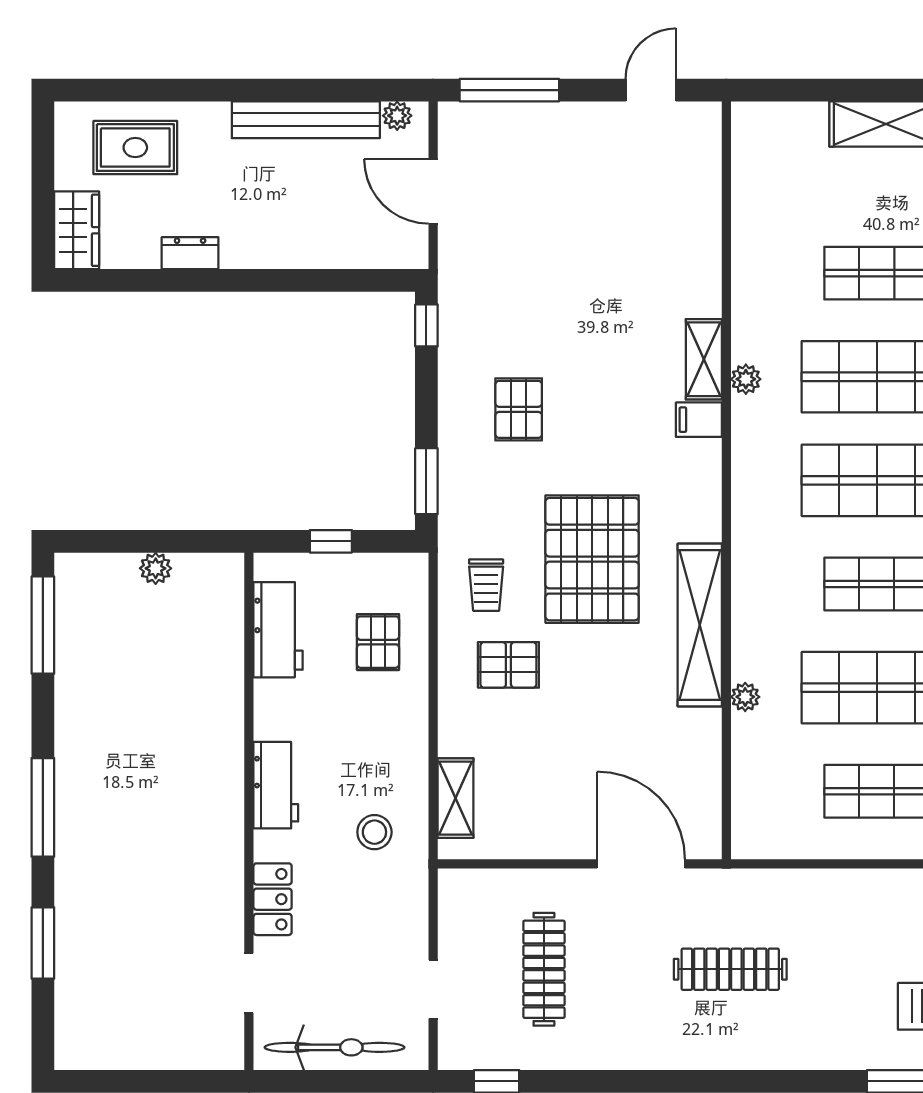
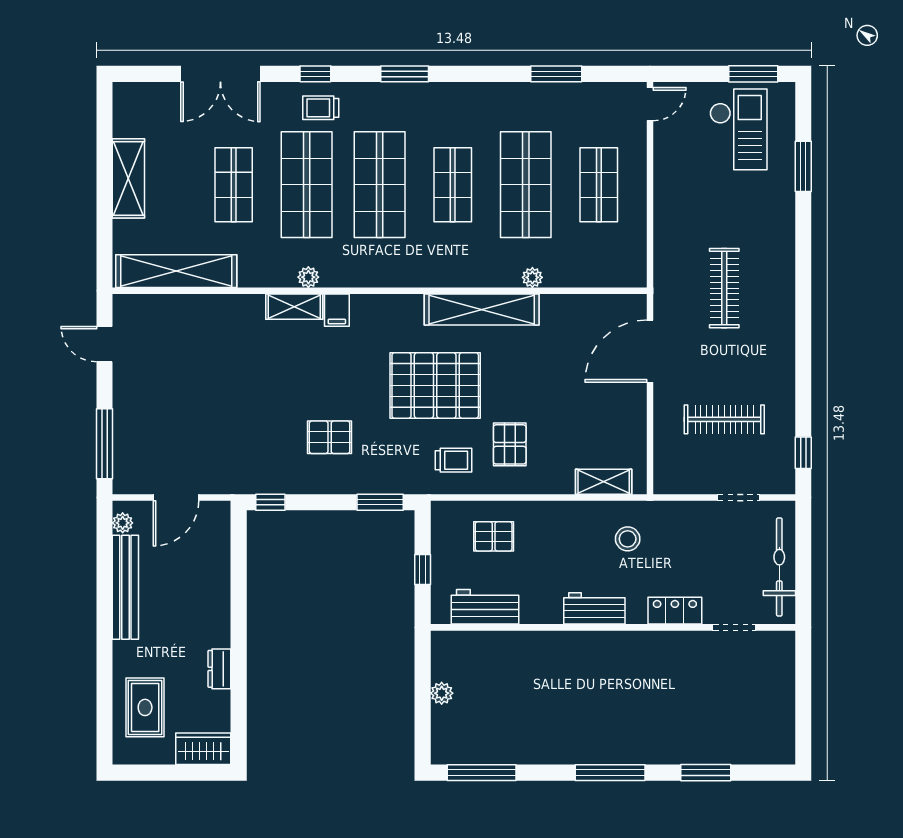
shelving: (754, 192) -> (176, 271), added

